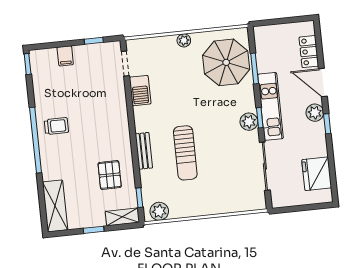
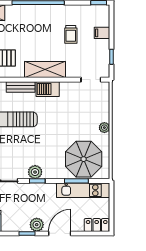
locker: (309, 52) -> (97, 225), moved
barbecue: (140, 91) -> (48, 89), moved
kitchen unit: (270, 106) -> (83, 190), moved
shelving: (119, 123) -> (45, 70), added
trolley: (56, 126) -> (71, 34), moved

